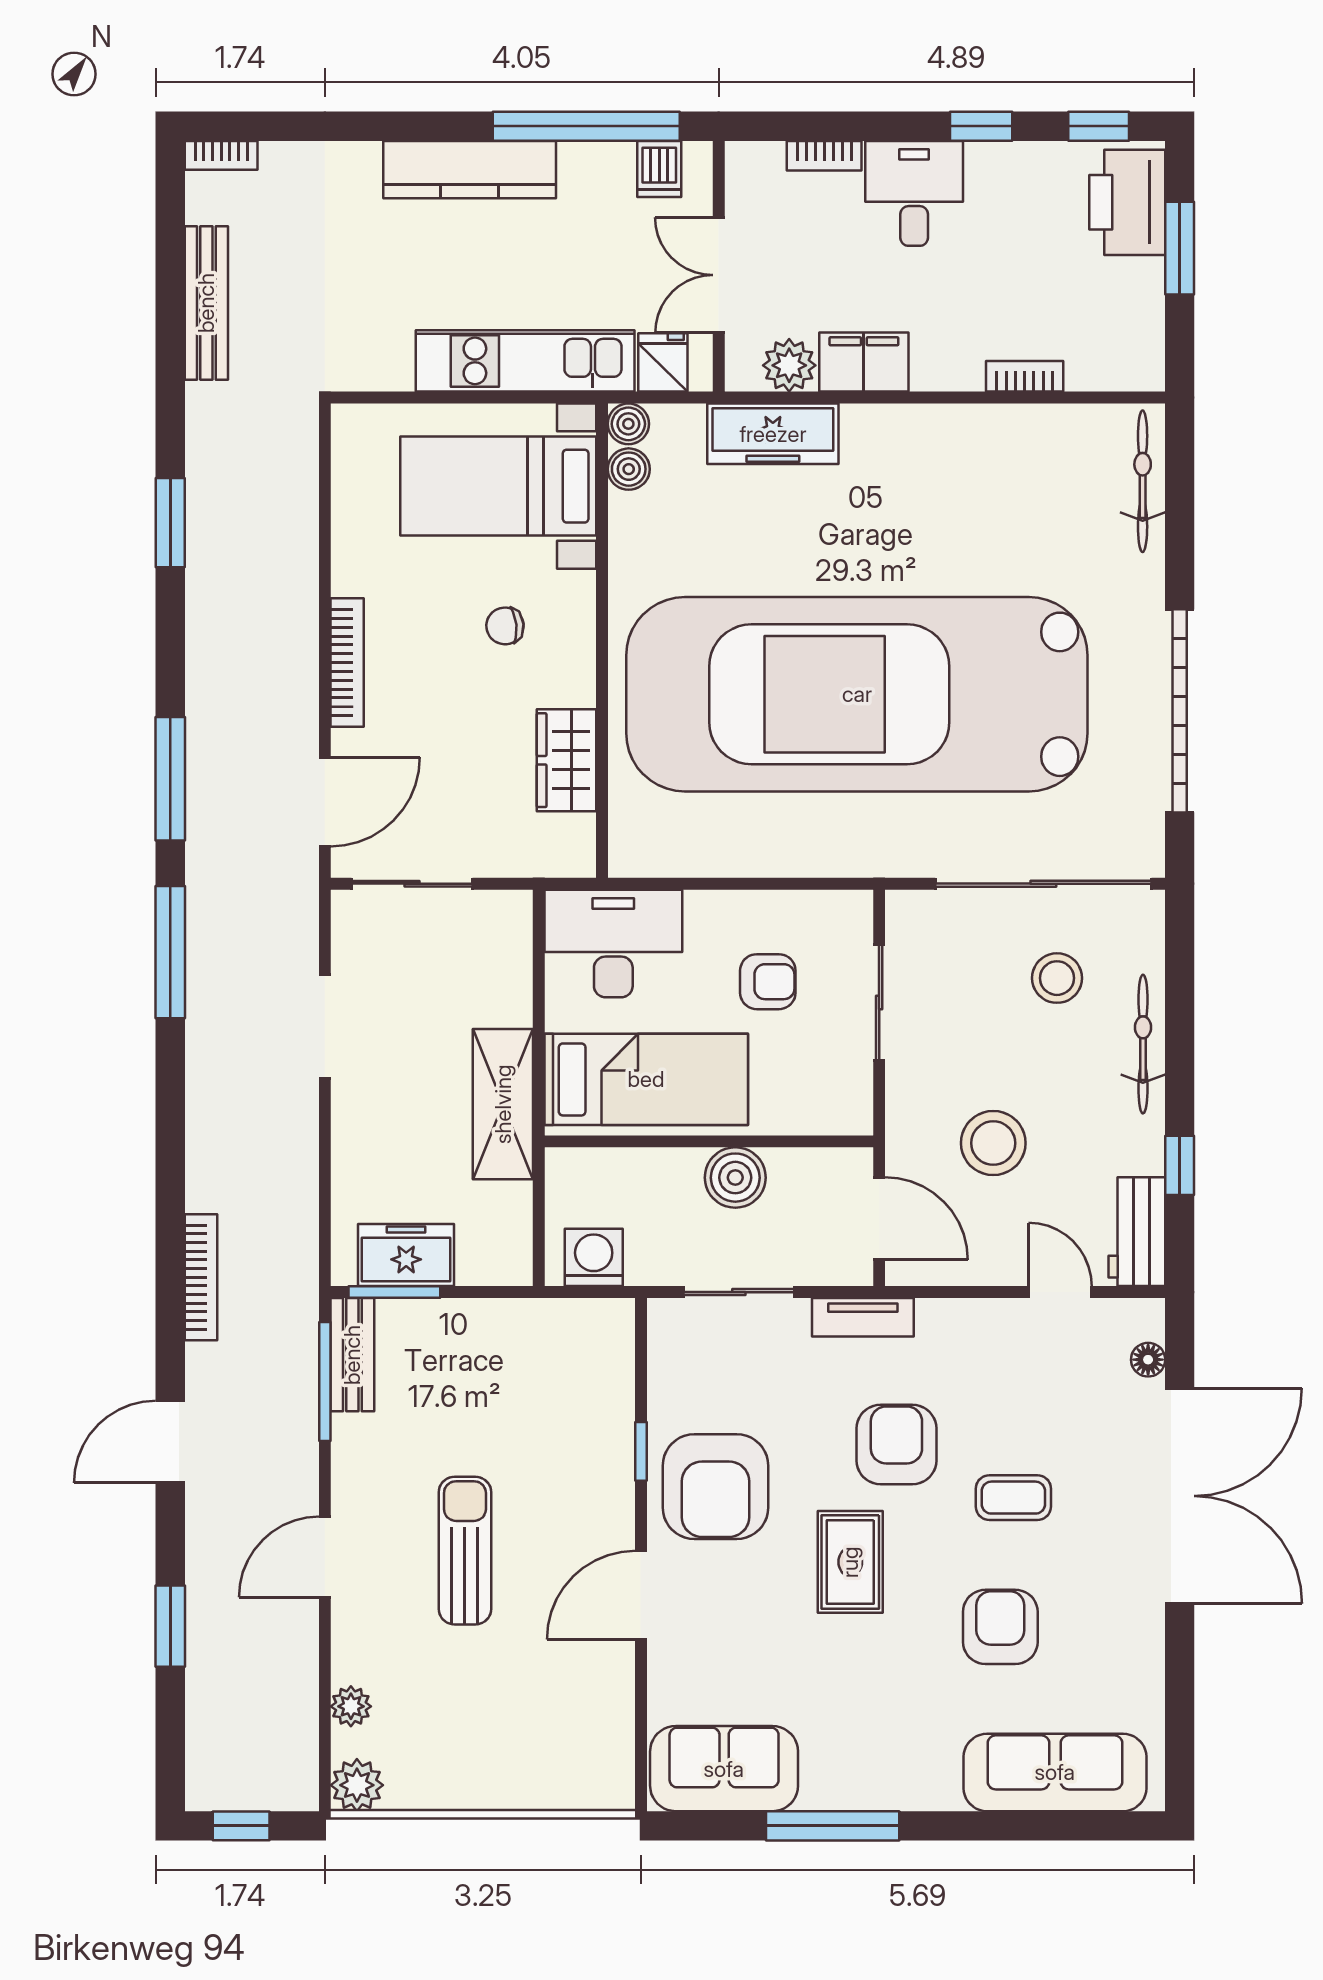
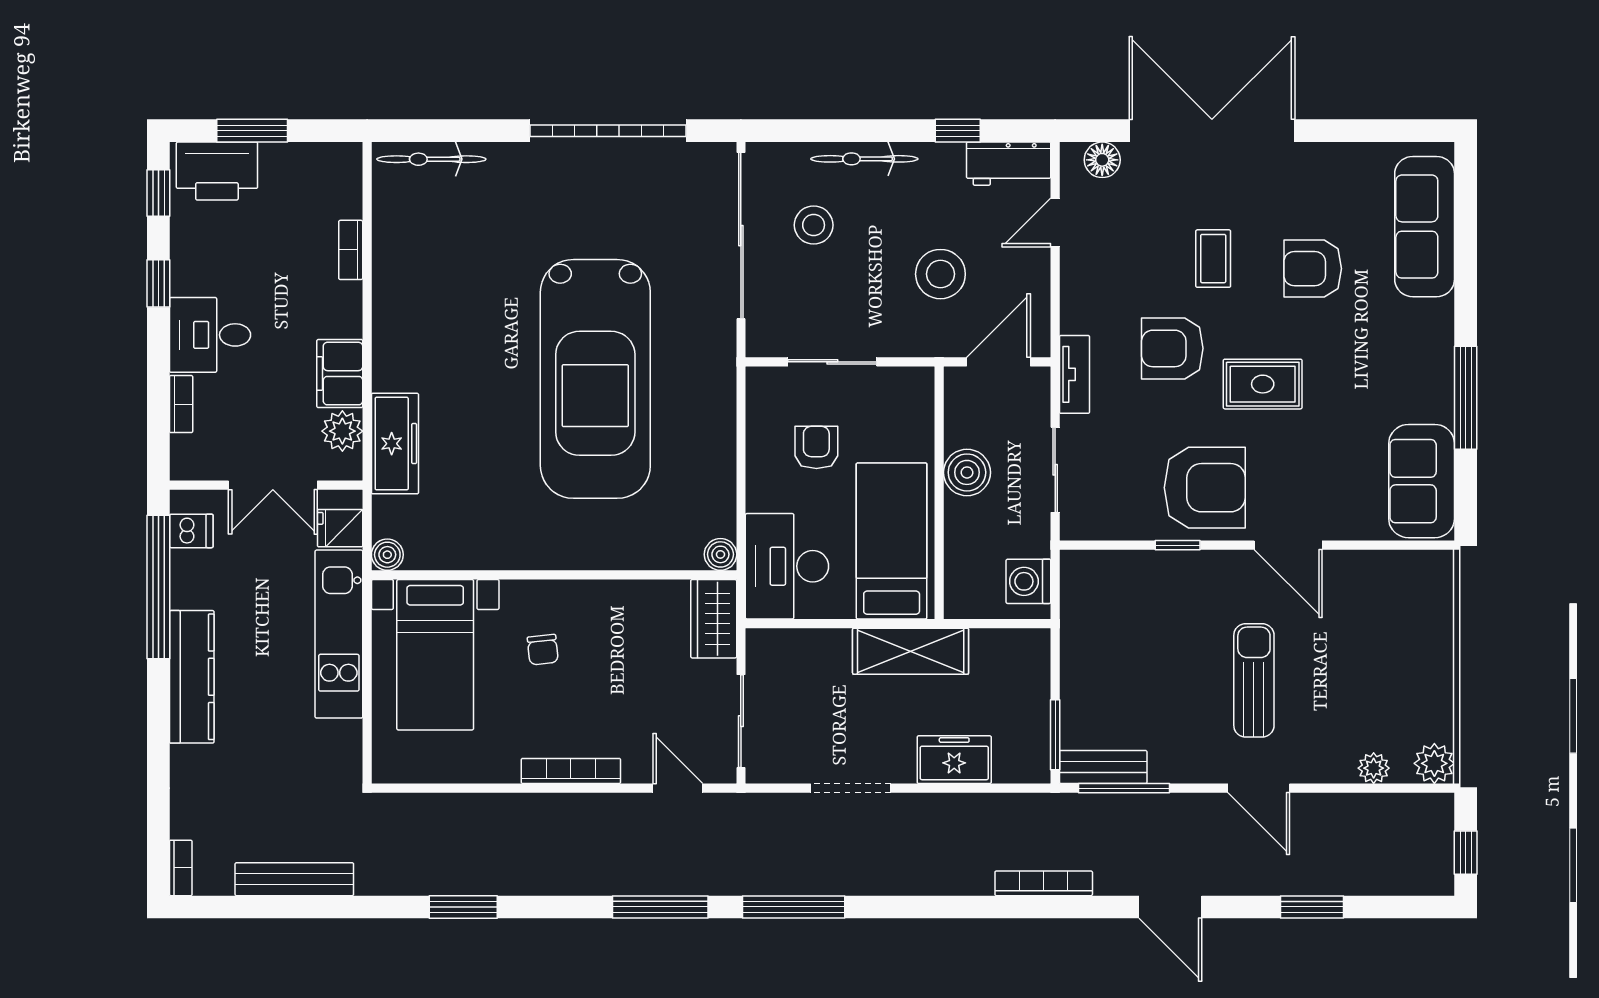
boiler: (629, 469) -> (720, 554), moved
car: (857, 694) -> (595, 379), width x0.73, depth x0.67
wardrobe: (567, 760) -> (714, 619), moved, turned 90
door: (325, 802) -> (678, 788), width x0.73
freezer: (406, 1255) -> (954, 760), moved, turned 90
floor lamp: (1148, 1360) -> (1102, 160), width x1.37, depth x1.37
sun lounger: (465, 1551) -> (1254, 680), turned 90

